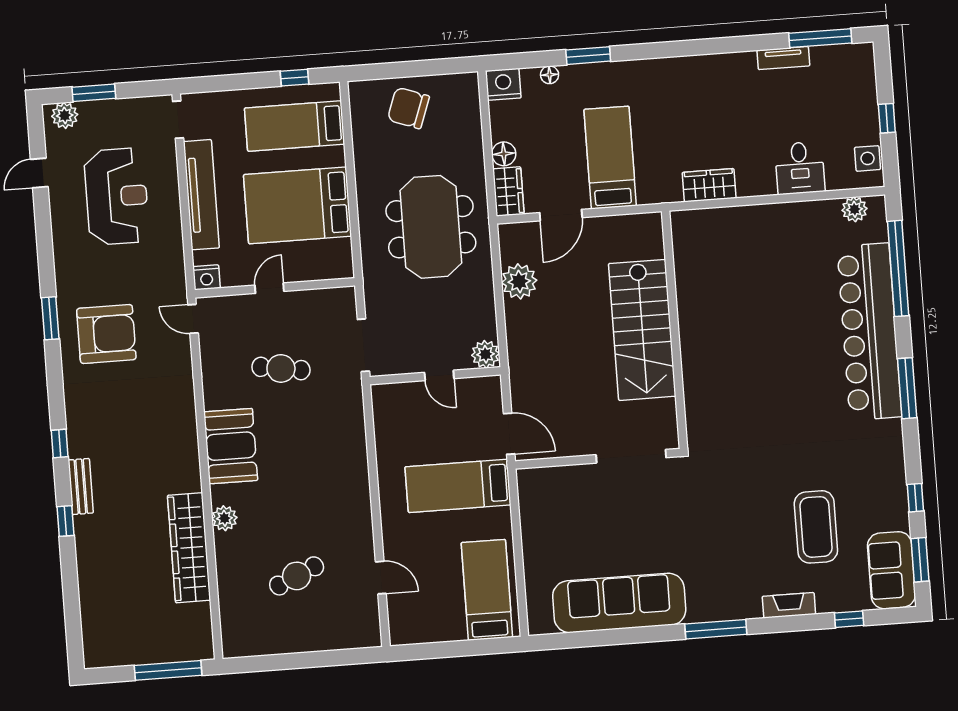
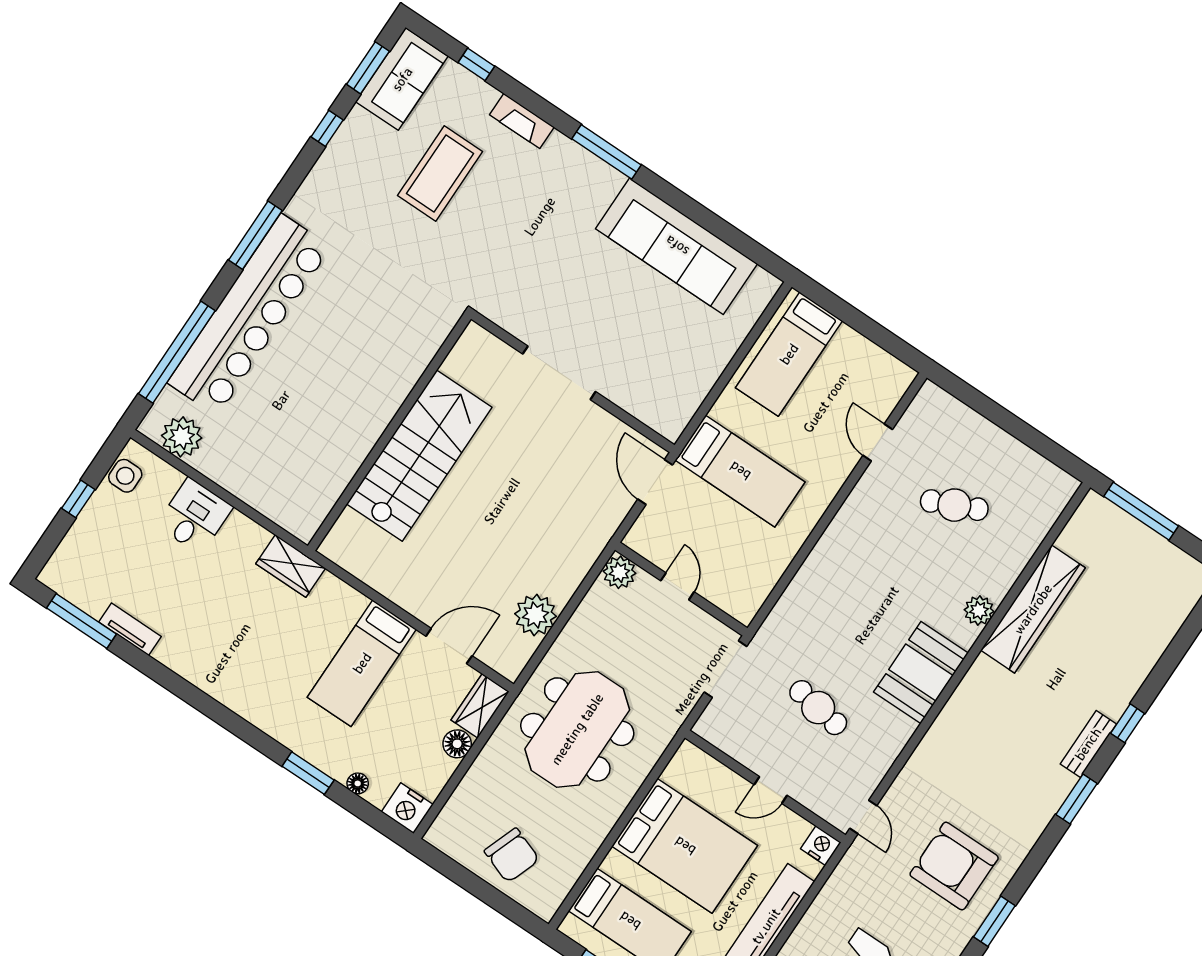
plant: (854, 209) -> (182, 437), width x1.36, depth x1.36
stairs: (642, 330) -> (419, 456), moved
wall: (675, 330) -> (389, 432), moved
window: (60, 443) -> (1077, 799), width x1.50

